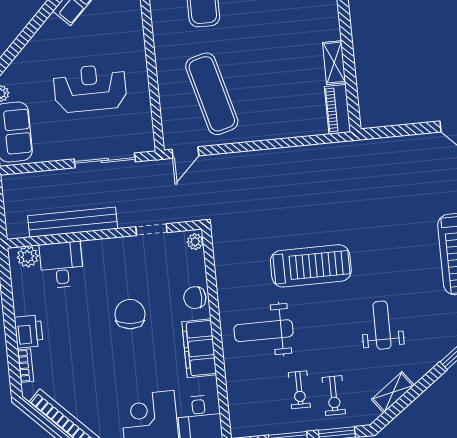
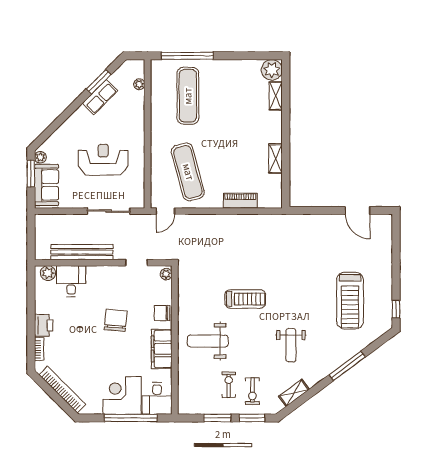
piano: (337, 109) -> (240, 201), moved, turned 90
treadmill: (311, 266) -> (245, 299), width x0.73, depth x0.73
weight bench: (382, 325) -> (291, 345), turned 180
exercise bike: (299, 390) -> (229, 385), turned 180

